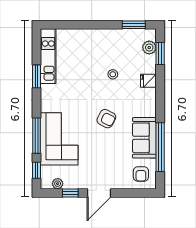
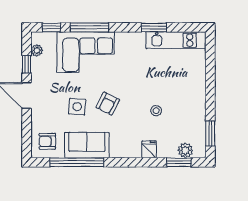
side table: (109, 147) -> (77, 107), added

